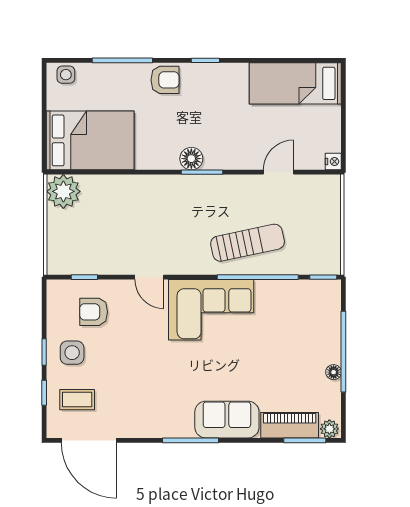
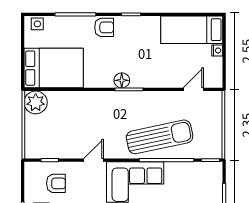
nightstand: (333, 161) -> (217, 51), moved
door: (278, 172) -> (193, 89), moved
sun lounger: (248, 243) -> (160, 137), width x1.36, depth x1.34
door: (149, 277) -> (93, 160), swing flipped
armchair: (94, 312) -> (56, 183), turned 180

